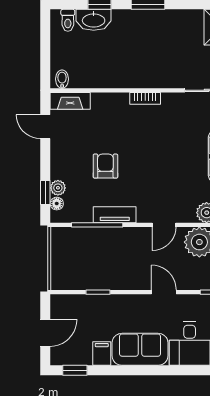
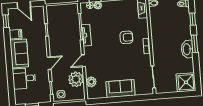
washbasin: (94, 20) -> (187, 49), moved
armchair: (105, 166) -> (126, 37), moved
door: (164, 225) -> (83, 61), hinge flipped

